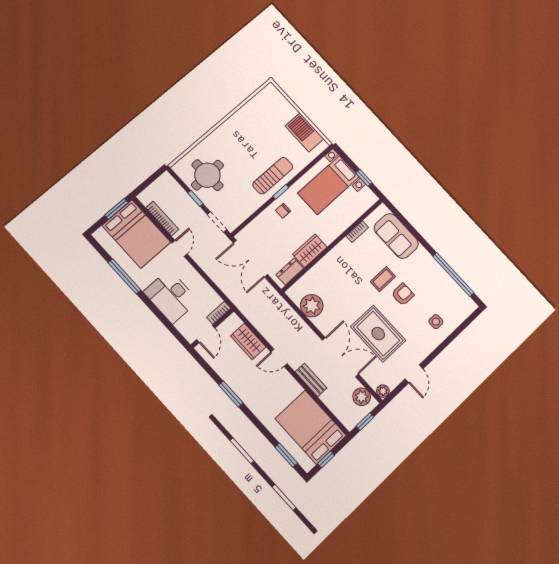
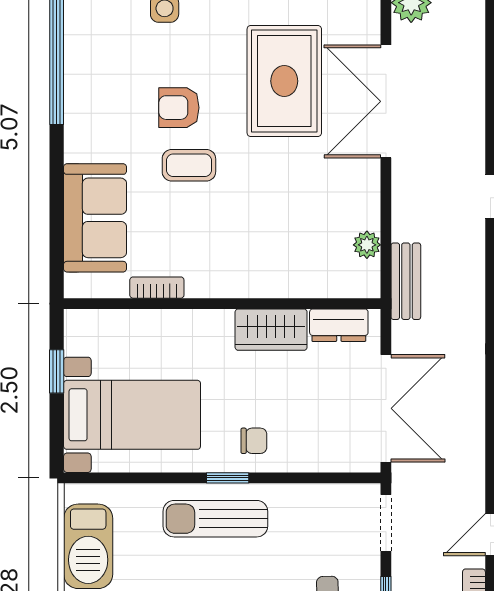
plant: (312, 306) -> (367, 245), width x0.53, depth x0.53
bench: (311, 380) -> (406, 281), moved

